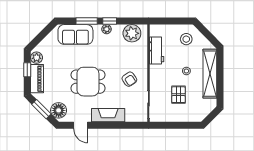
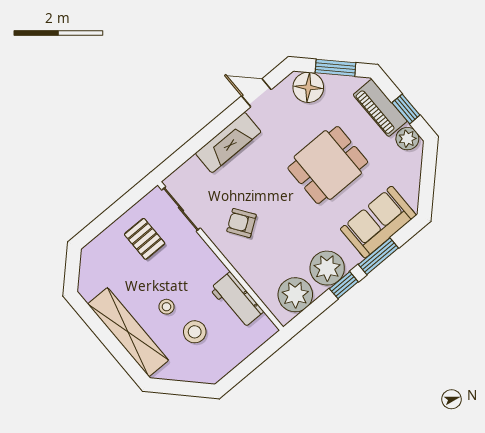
plant: (107, 29) -> (327, 268), width x1.87, depth x1.87
stool: (186, 39) -> (195, 332), moved
dining table: (88, 82) -> (328, 165), moved
pallet: (178, 95) -> (145, 239), moved

